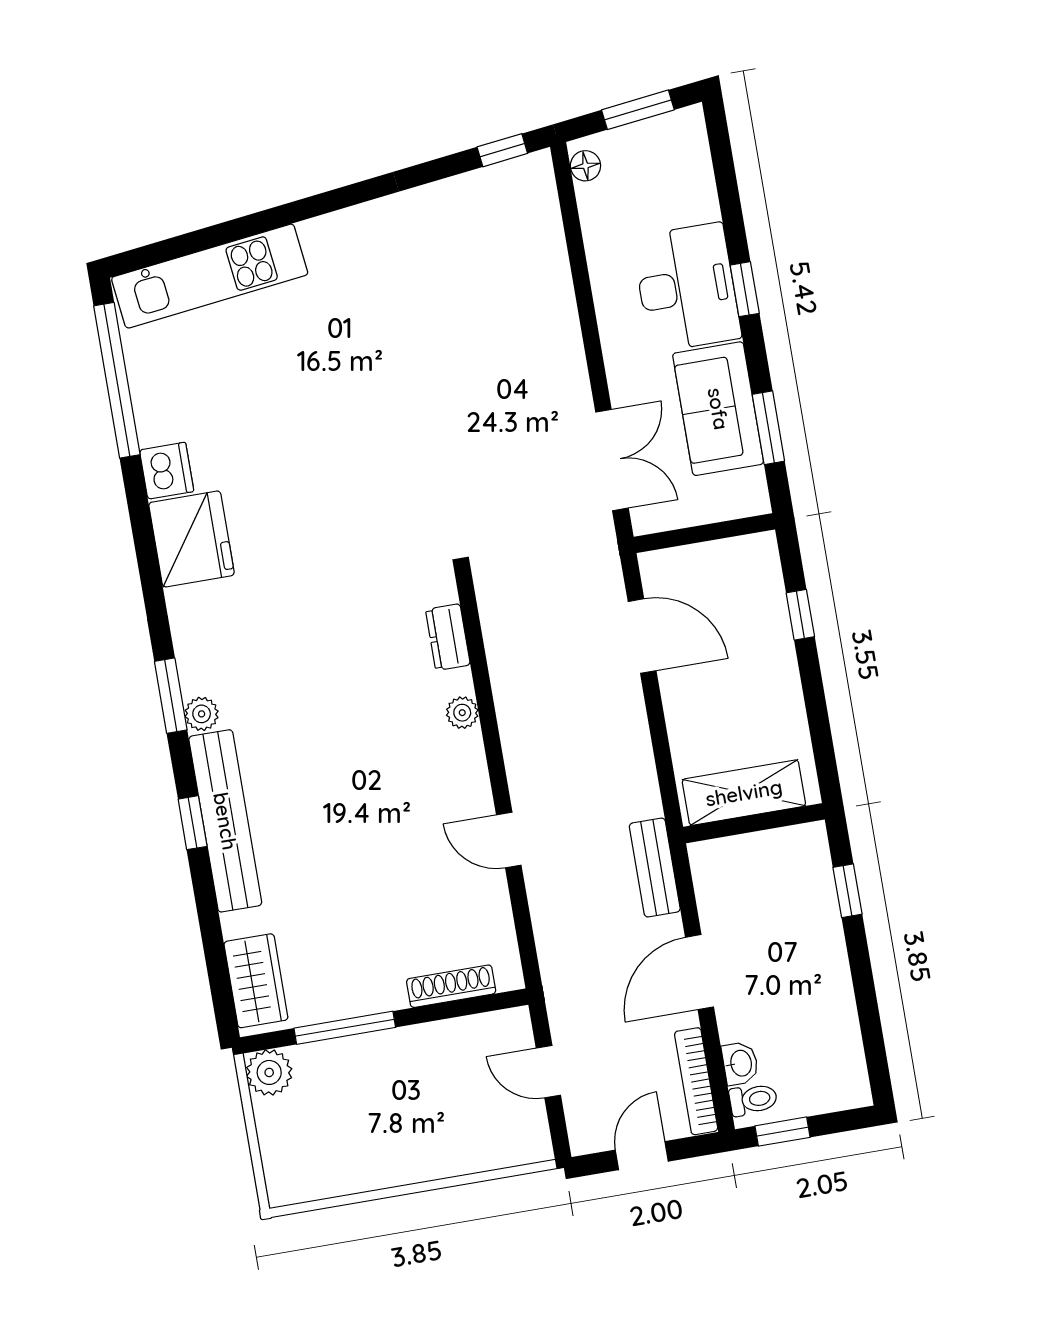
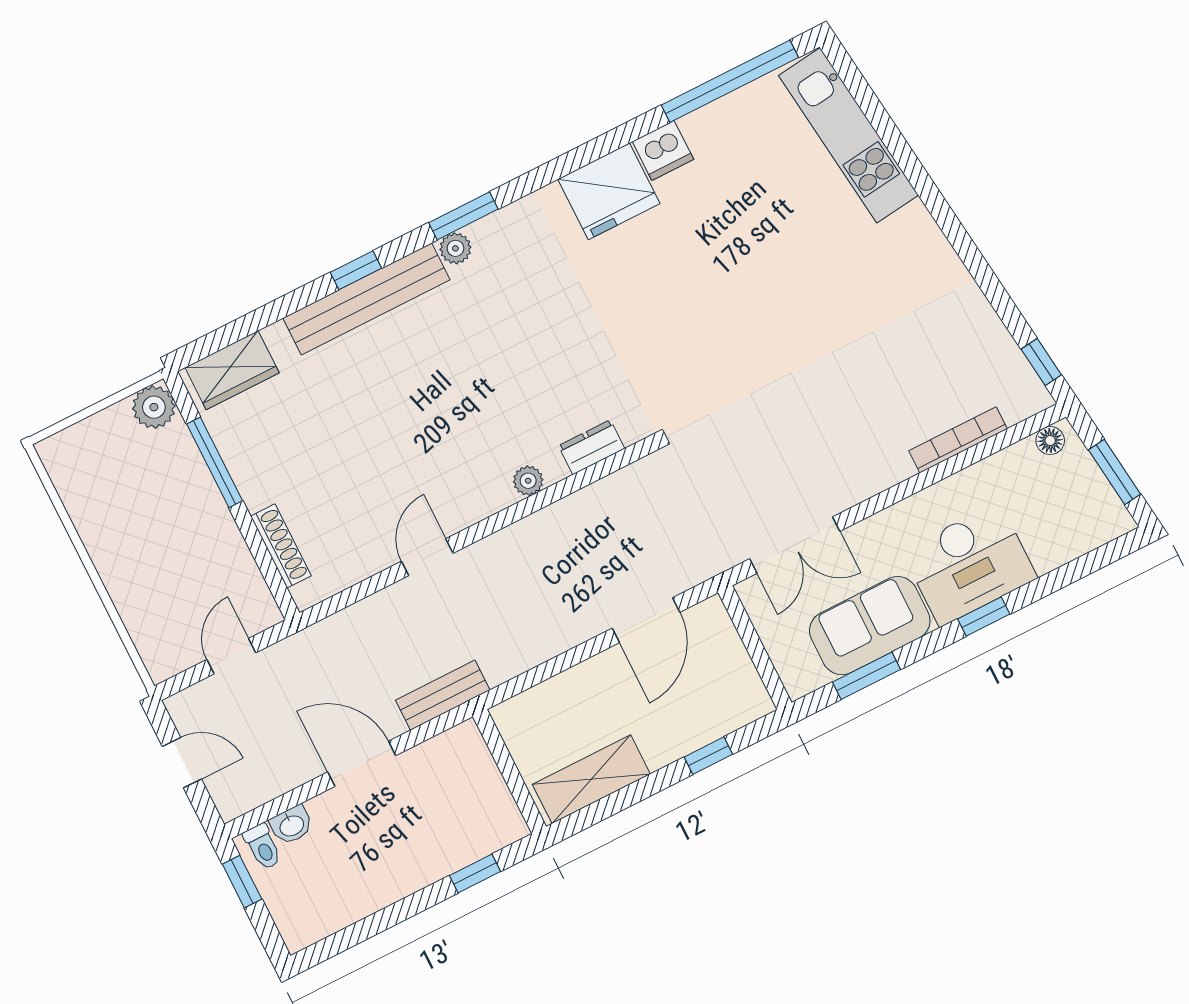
shelving: (744, 793) -> (591, 779), moved, turned 90
bookcase: (696, 1081) -> (958, 440), moved

